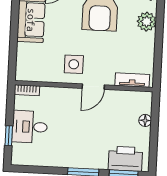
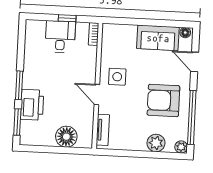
floor lamp: (145, 120) -> (66, 137), width x1.89, depth x1.89
window: (9, 136) -> (67, 18), moved
printer: (125, 159) -> (32, 105), moved

